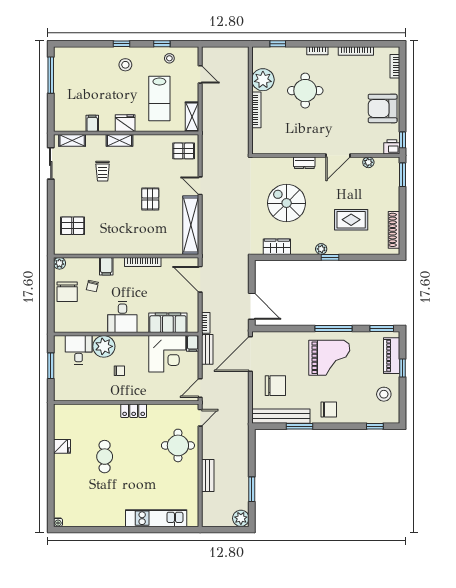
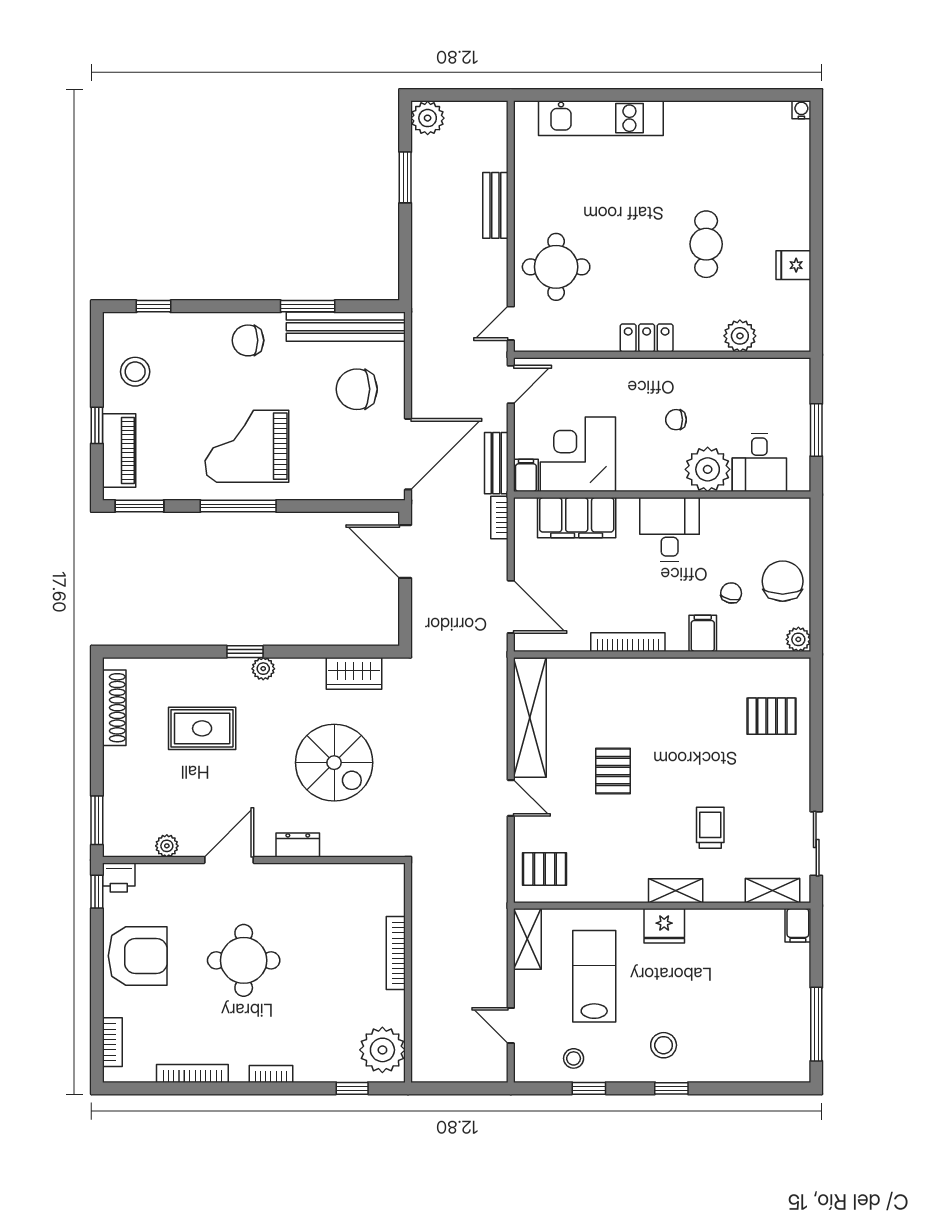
plant: (263, 80) -> (382, 1050), moved
round table: (305, 91) -> (244, 960), moved
filing cabinet: (92, 123) -> (798, 925), moved
plant: (88, 412) -> (740, 336), added

